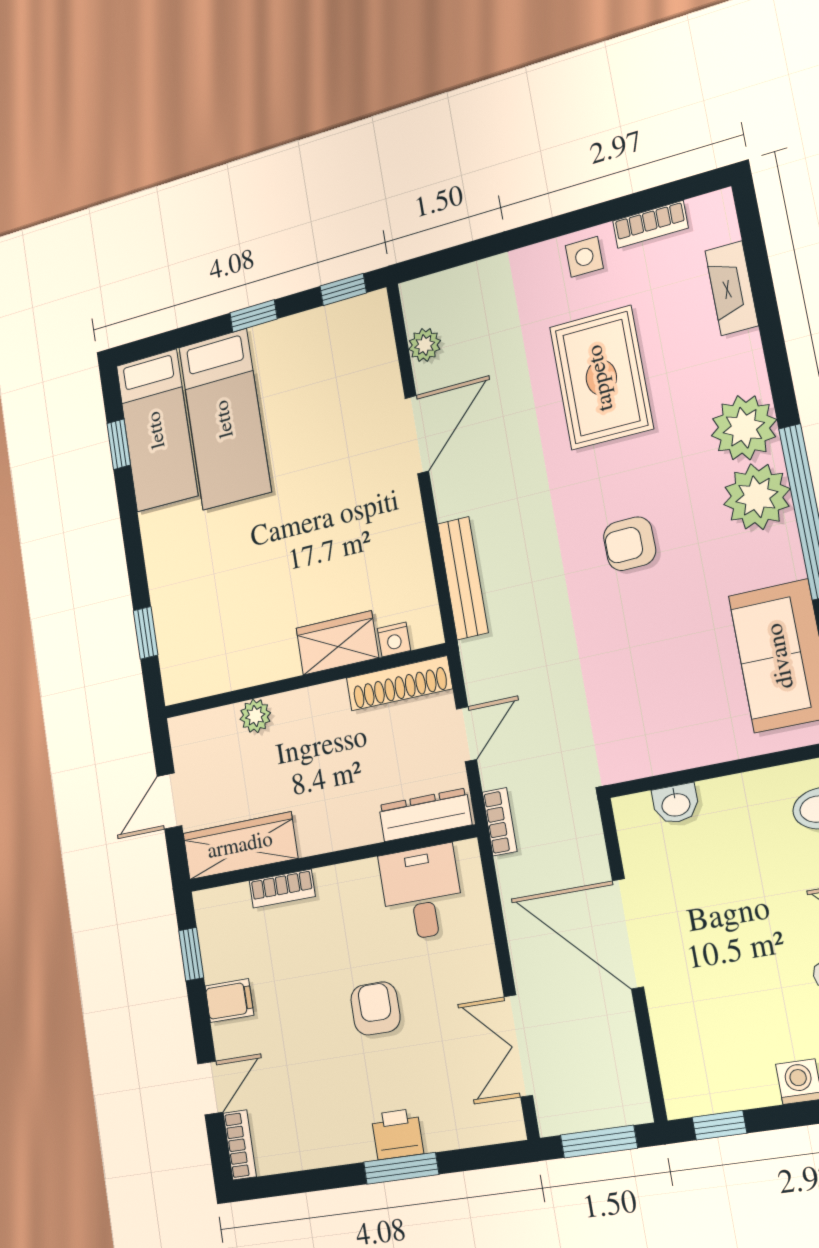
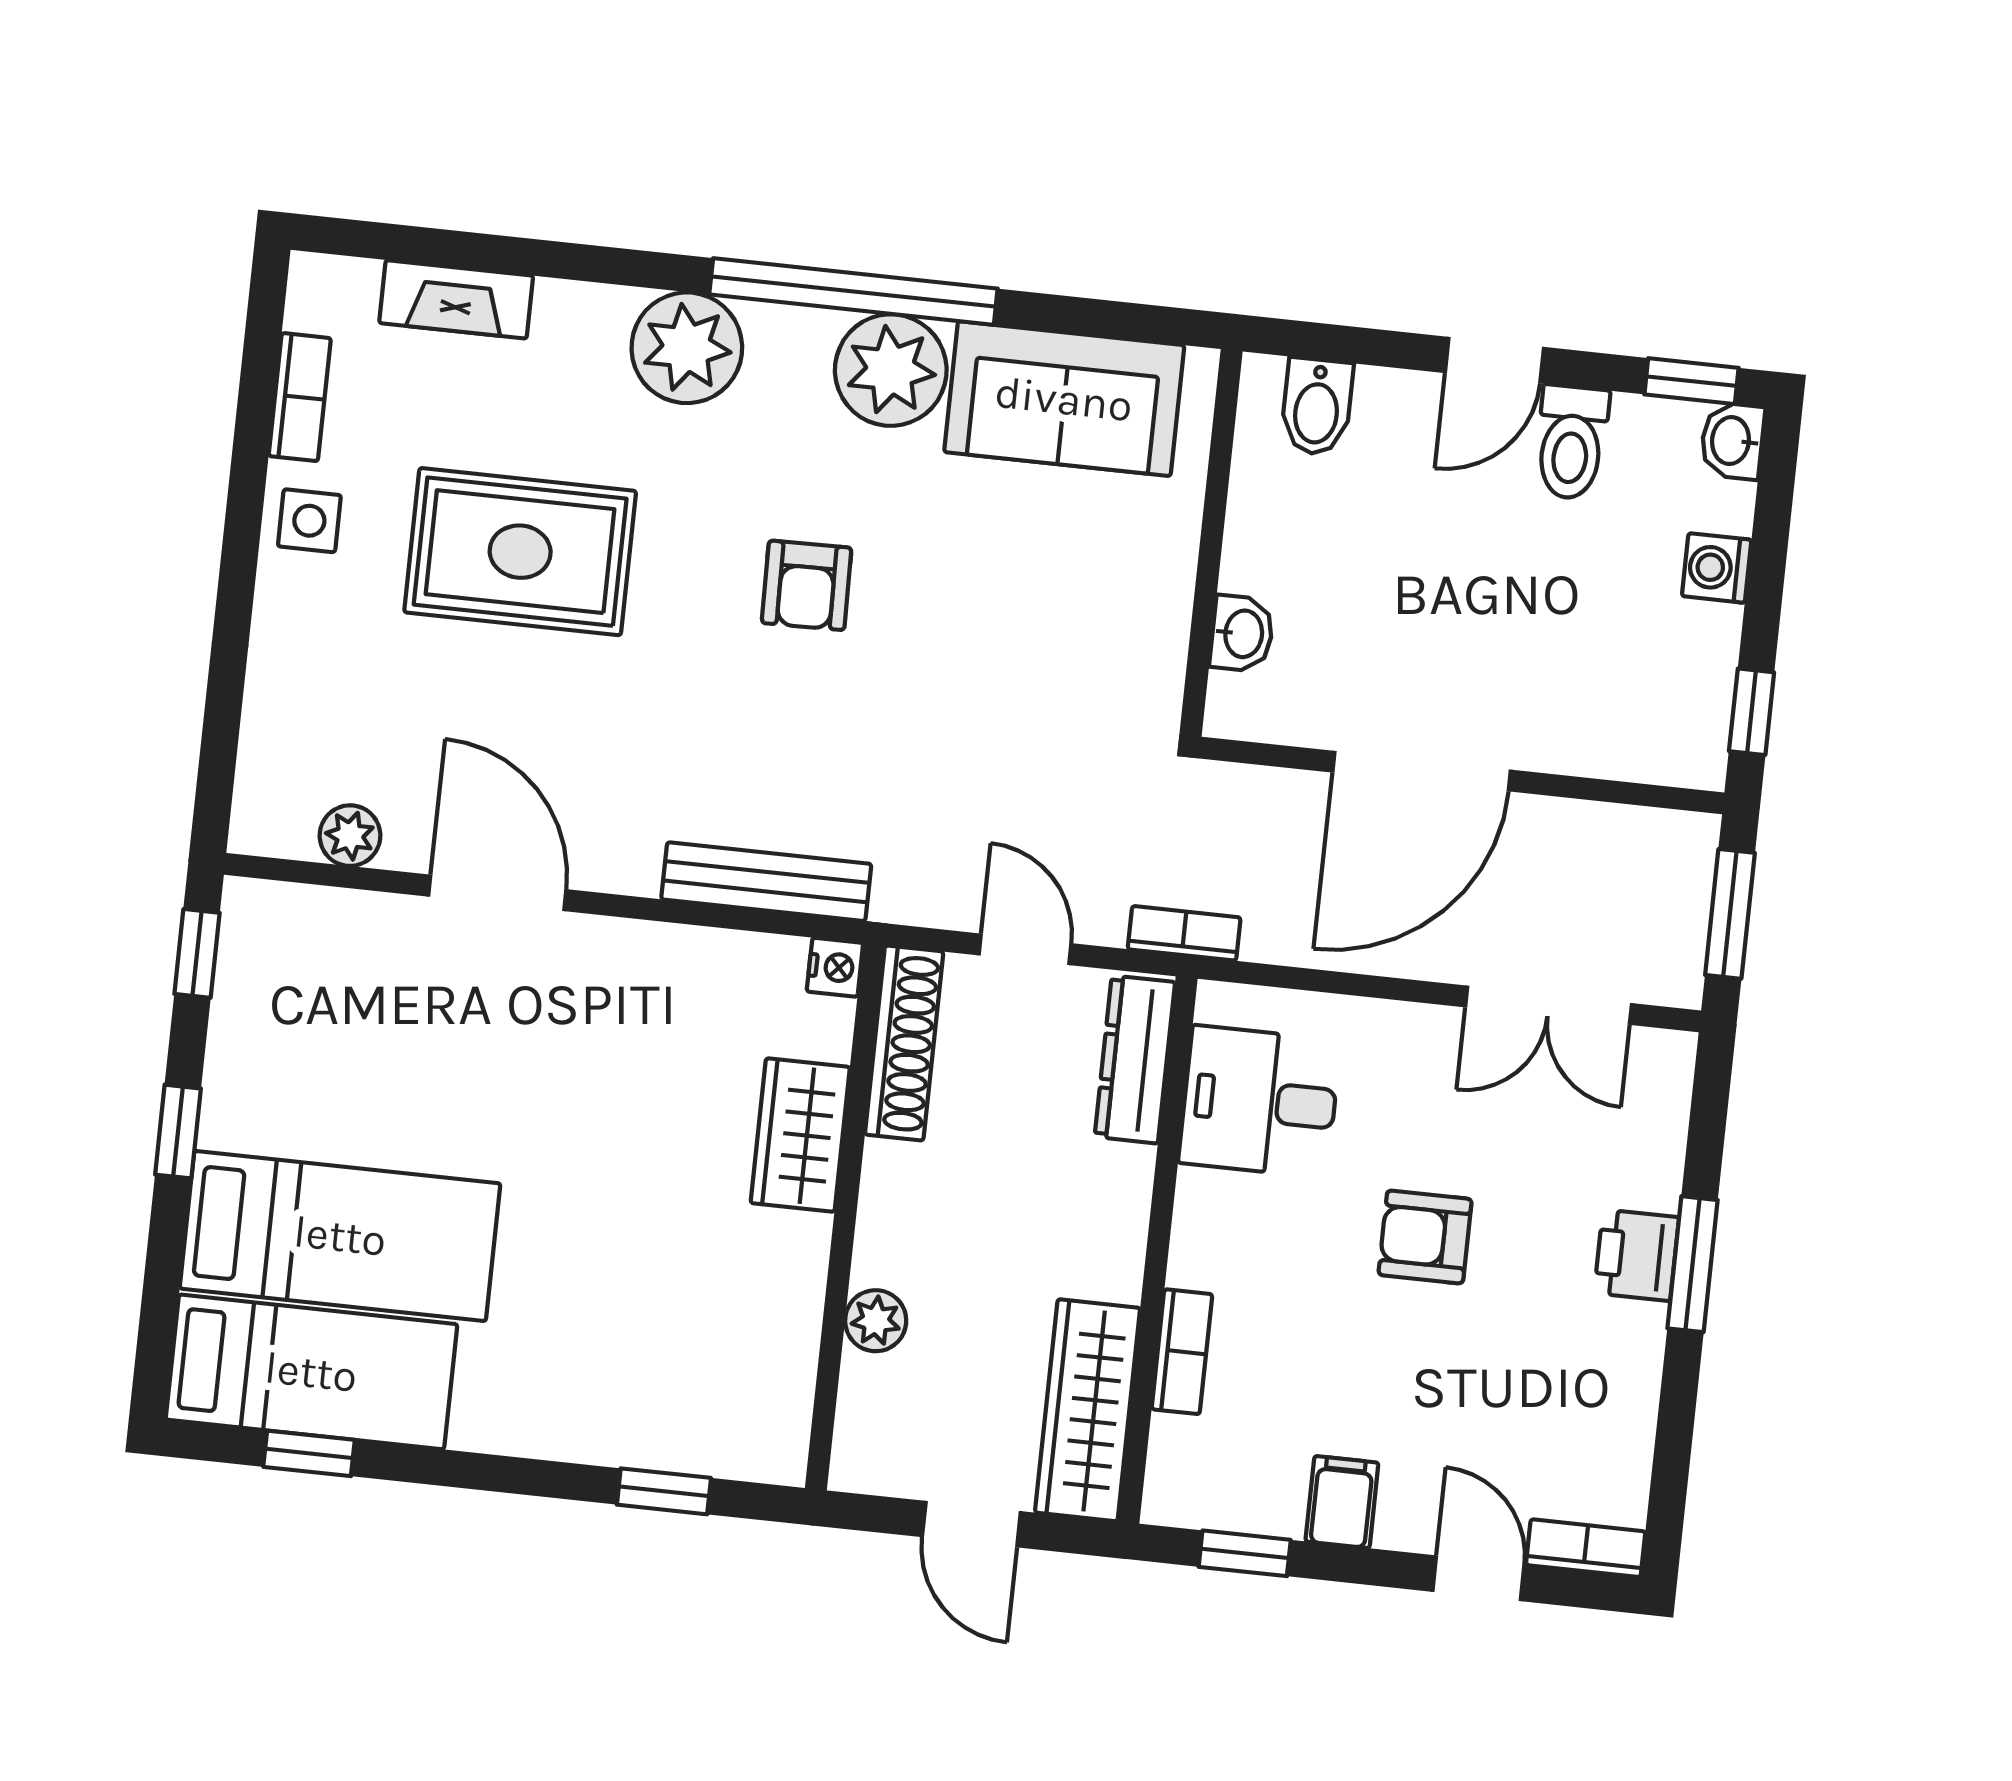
plant: (757, 497) -> (891, 370), moved
nightstand: (394, 640) -> (835, 967), moved

